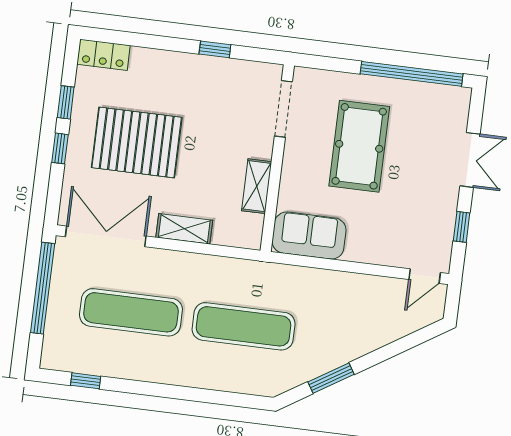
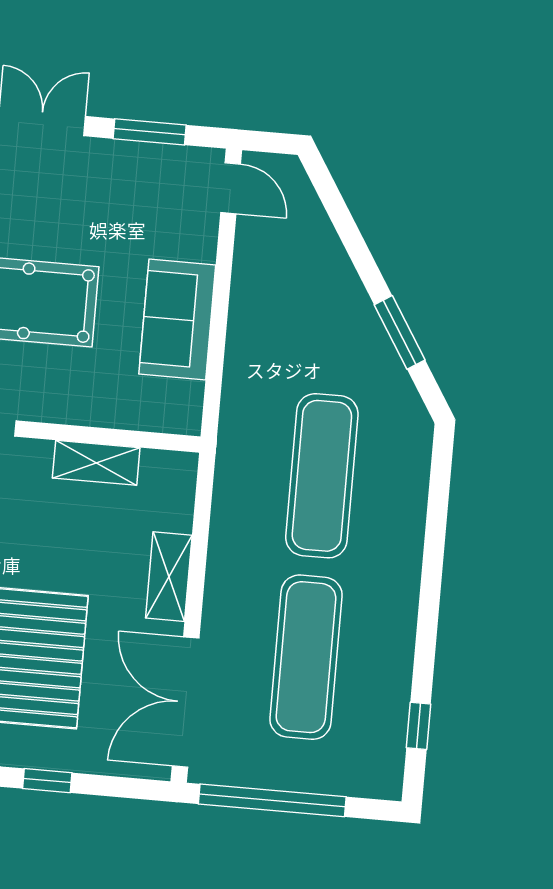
window: (462, 227) -> (150, 132), width x1.50
sofa: (309, 236) -> (177, 320), moved

